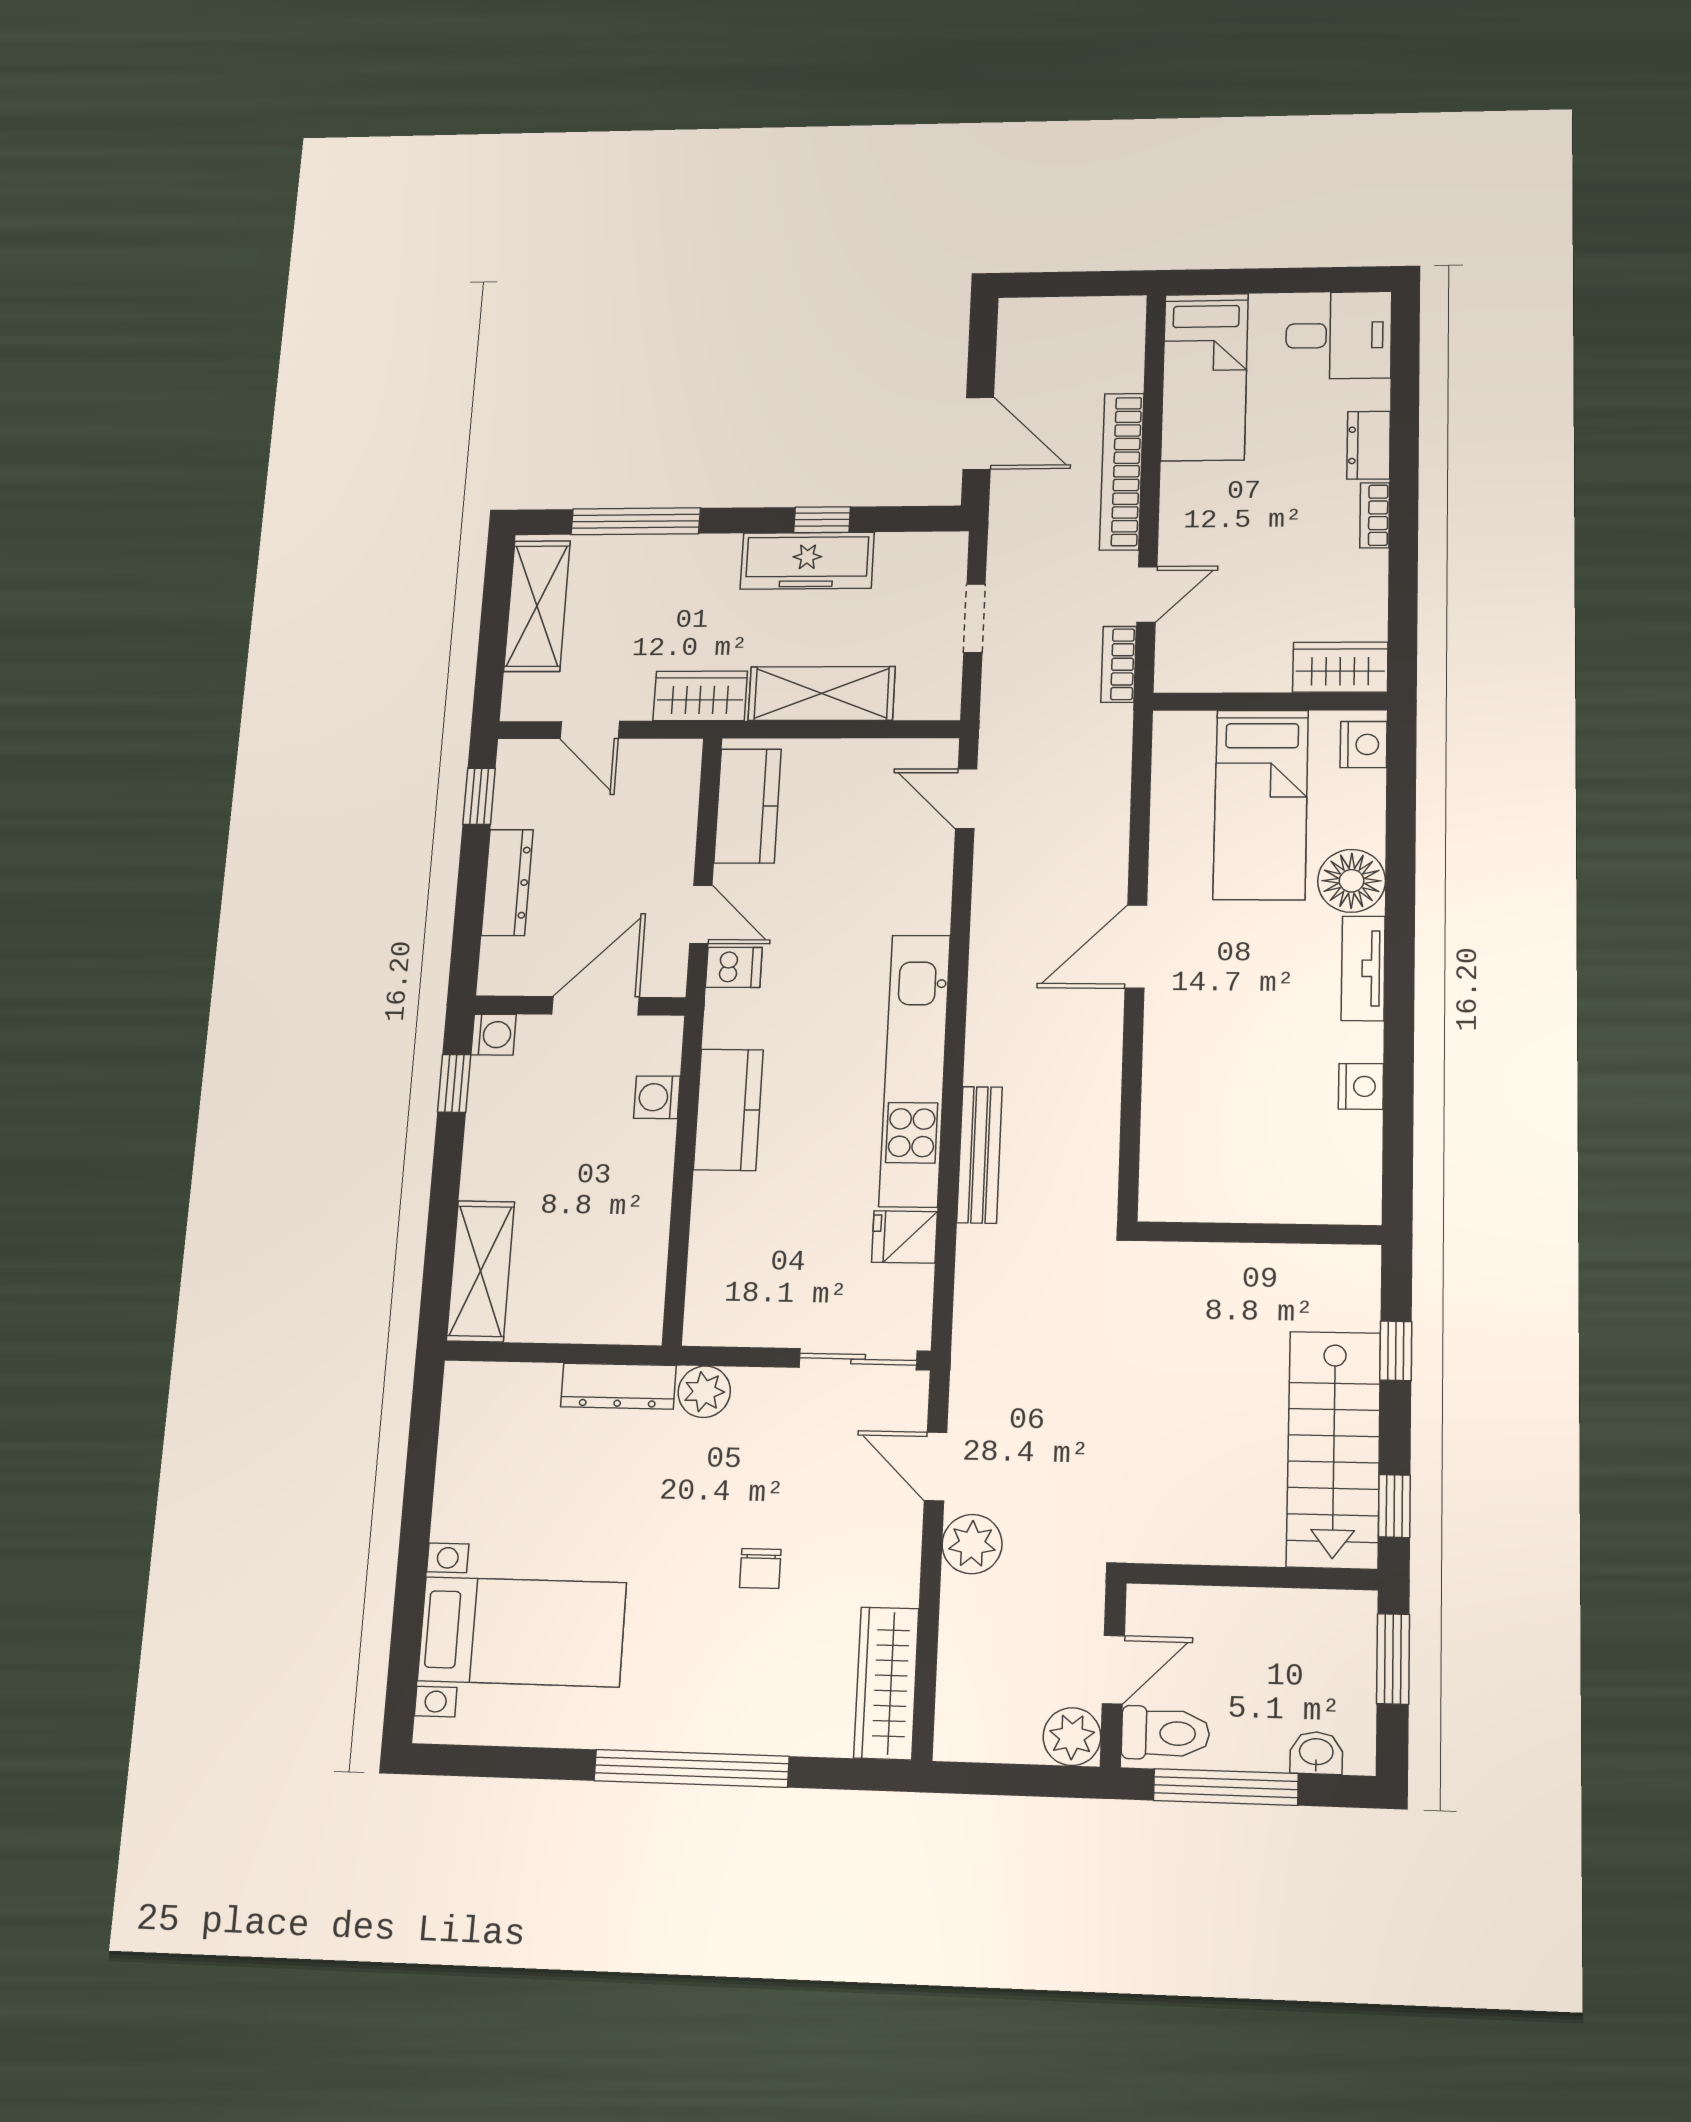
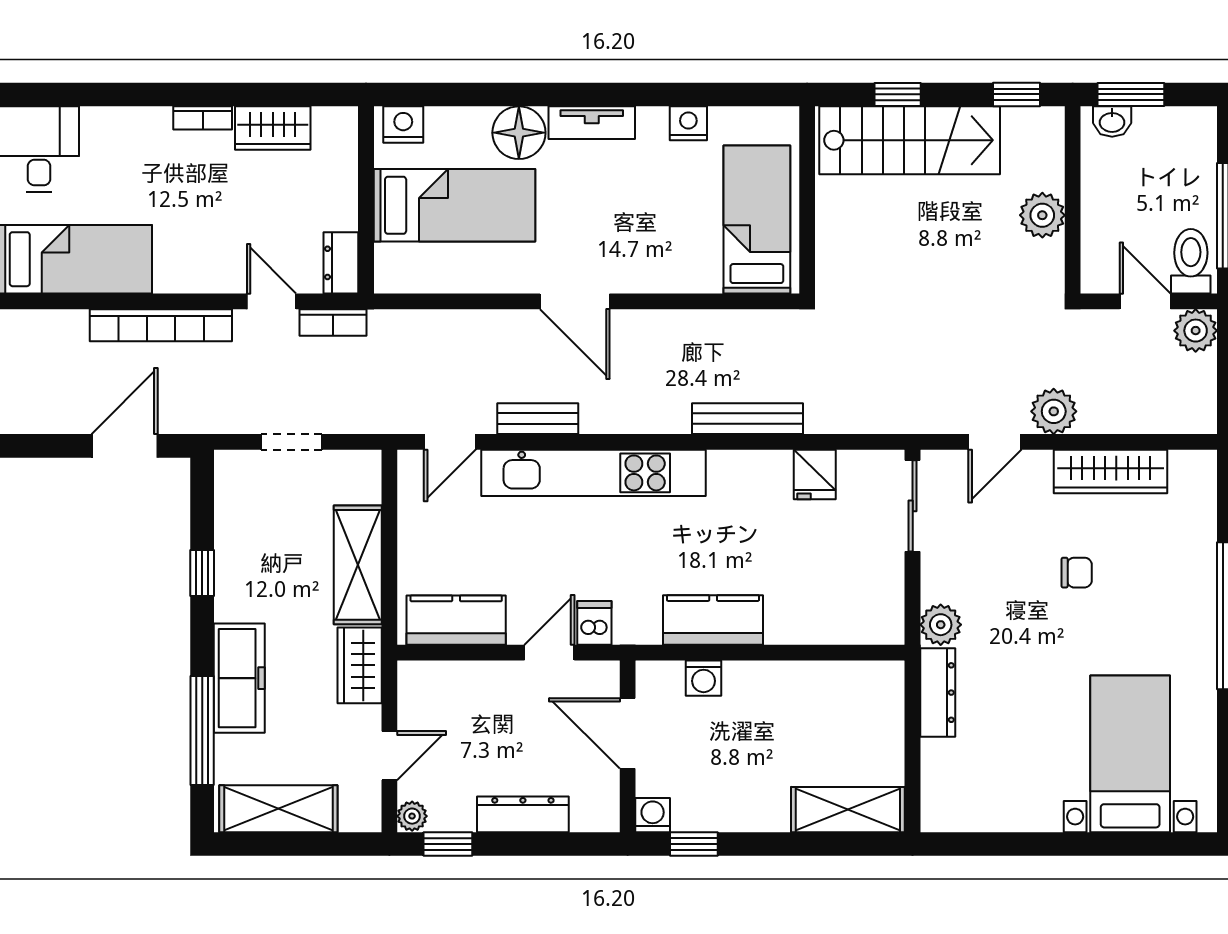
dresser: (1369, 445) -> (341, 263), moved, turned 90
freezer: (807, 561) -> (239, 678), moved
wardrobe: (1340, 667) -> (273, 128), moved, turned -90
plant: (516, 756) -> (412, 816), added
bench: (990, 902) -> (538, 419), added
kitchen unit: (915, 1070) -> (593, 473), moved
bed: (1235, 1170) -> (757, 219), added
stairs: (1334, 1449) -> (910, 140), moved
plant: (1232, 1536) -> (1042, 215), added
wardrobe: (886, 1683) -> (1111, 472), moved
washbasin: (1316, 1753) -> (1112, 122), moved, turned -90

